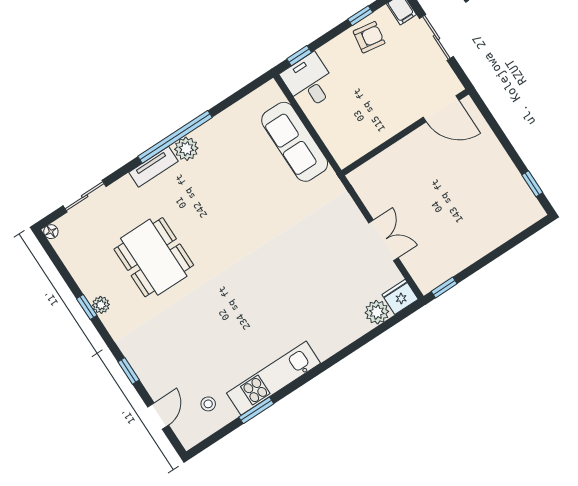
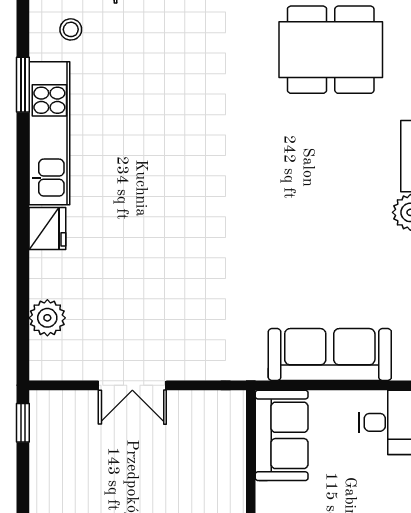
sofa: (357, 139) -> (282, 435), added
dining table: (154, 257) -> (331, 50), moved
fridge: (400, 297) -> (47, 228), moved

